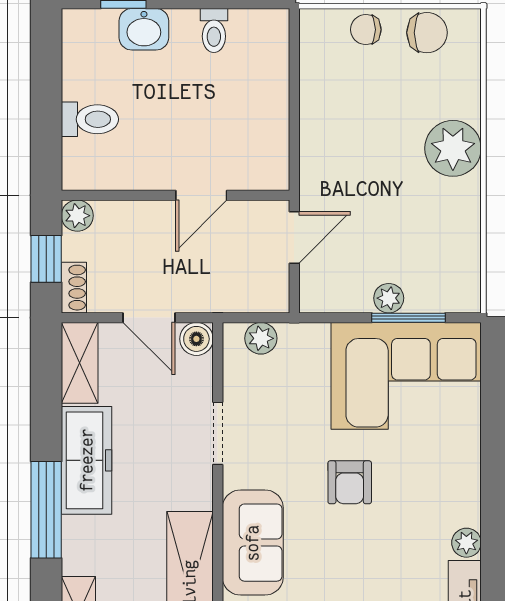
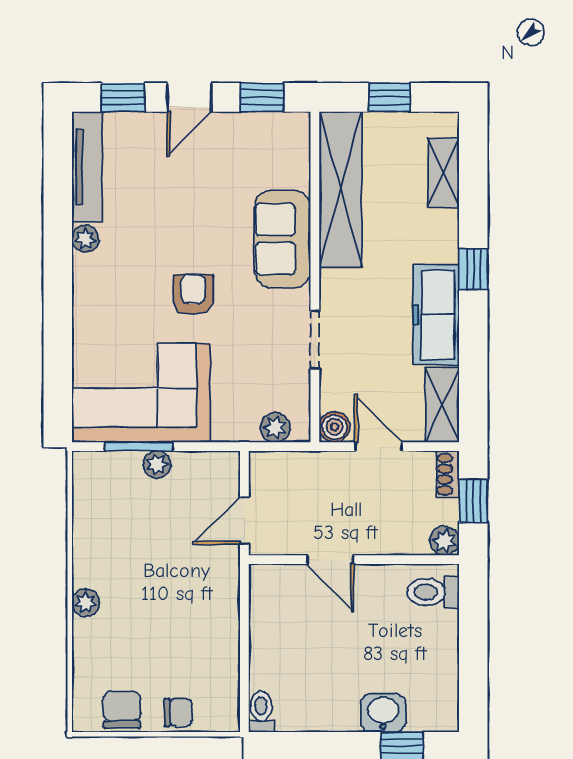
toilet: (214, 30) -> (261, 712), moved
chair: (427, 33) -> (122, 710), turned 90
toilet: (90, 119) -> (433, 592), moved
plant: (453, 148) -> (86, 603), width x0.53, depth x0.53
door: (201, 195) -> (330, 560), swing flipped
window: (46, 510) -> (473, 269), width x0.46

